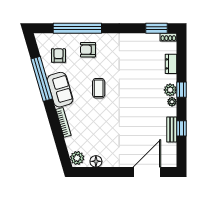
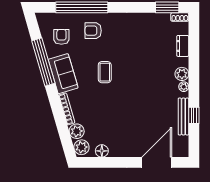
window: (181, 90) -> (194, 74), removed
bench: (172, 129) -> (183, 117), width x1.36
plant: (73, 143) -> (77, 131), added

